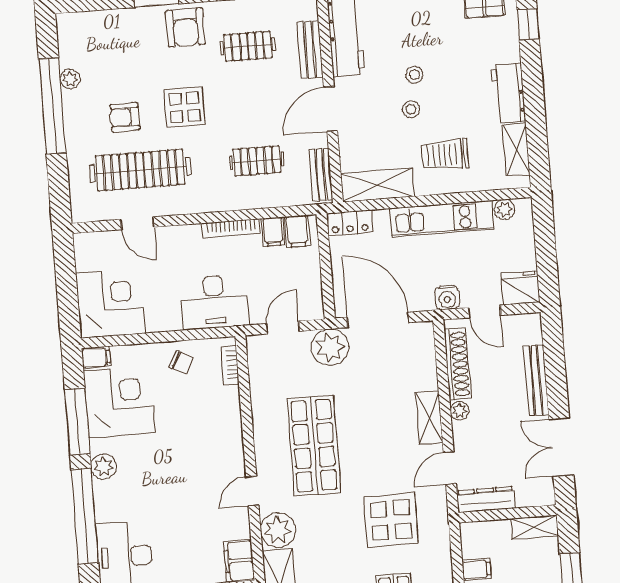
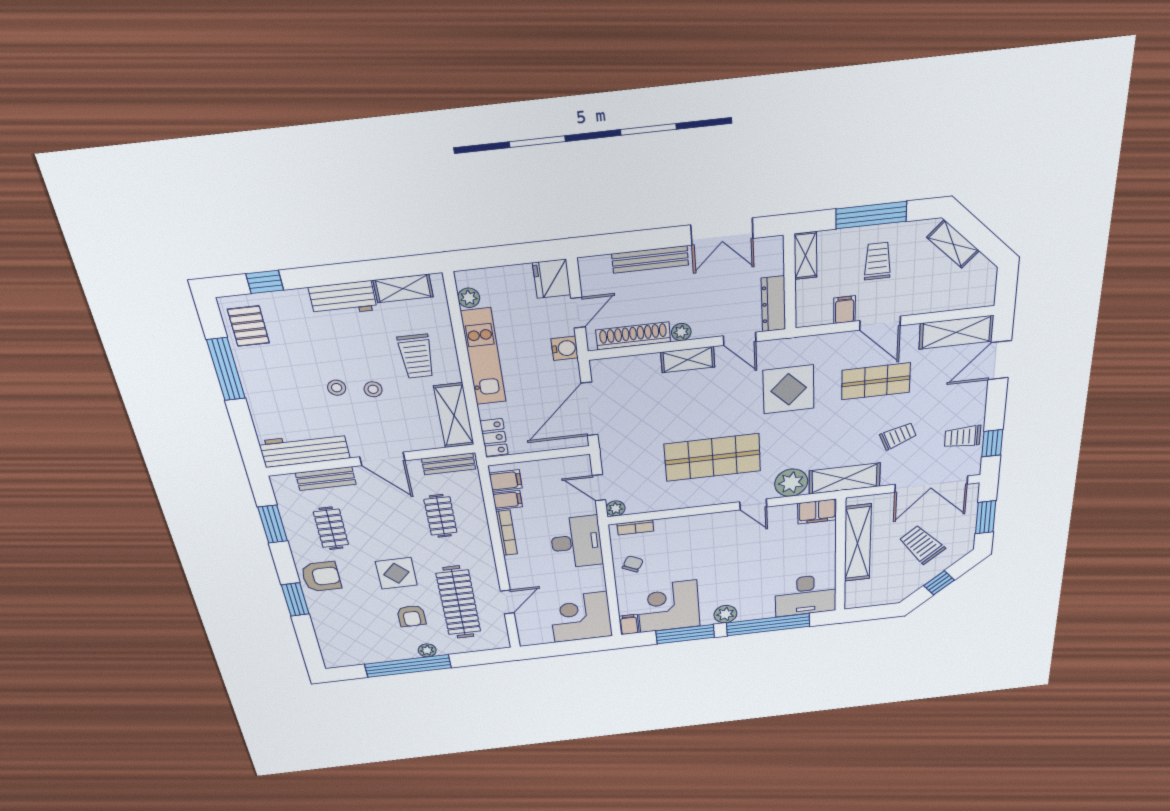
plant: (70, 79) -> (427, 650), moved
plant: (330, 347) -> (616, 508), moved, width x0.53, depth x0.53

